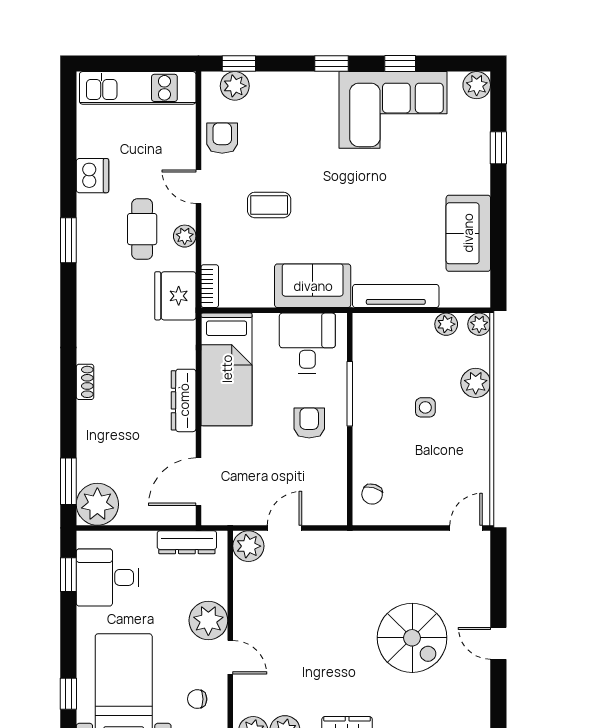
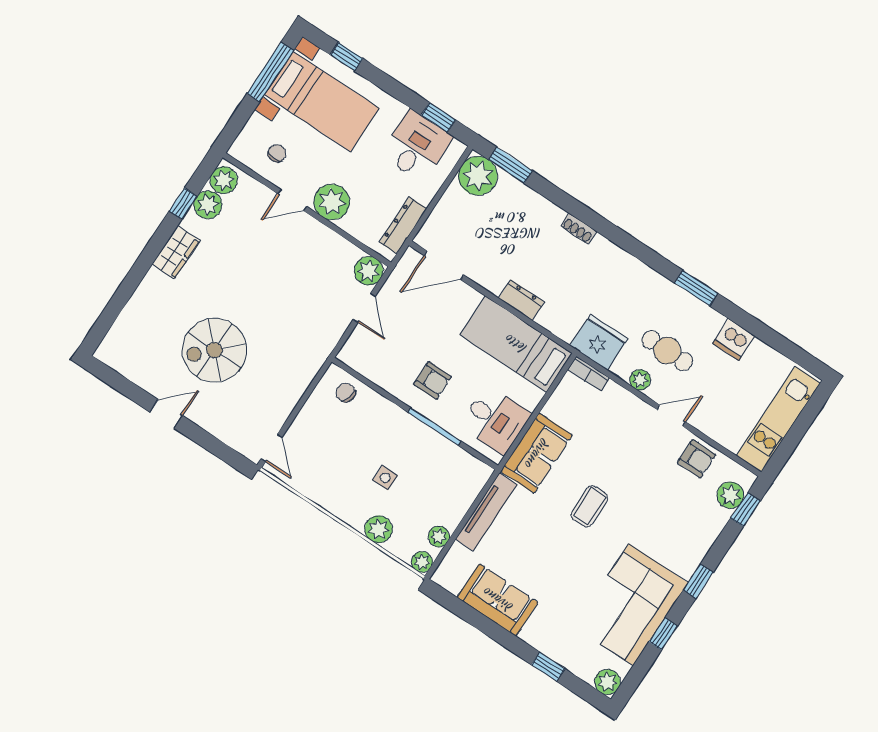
coffee table: (269, 205) -> (589, 506), moved
dresser: (184, 400) -> (521, 300), width x0.70
door: (198, 482) -> (444, 265), swing flipped

